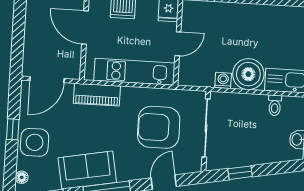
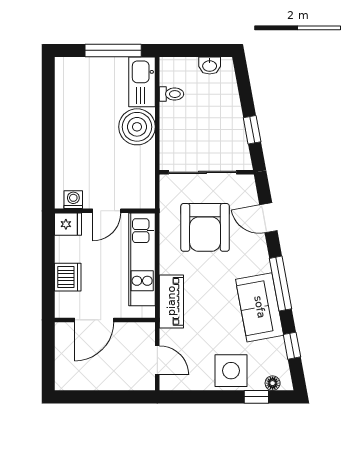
door: (178, 44) -> (107, 211), swing flipped
door: (47, 80) -> (157, 360), width x0.73
washing machine: (223, 80) -> (73, 200), moved, turned 90
window: (13, 129) -> (256, 397), moved

